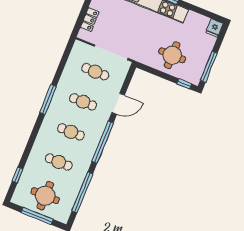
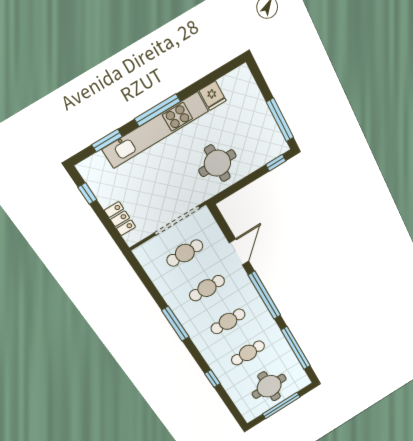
fridge: (214, 28) -> (213, 96), moved
round table: (172, 55) -> (217, 163), moved
window: (18, 175) -> (212, 379), moved

